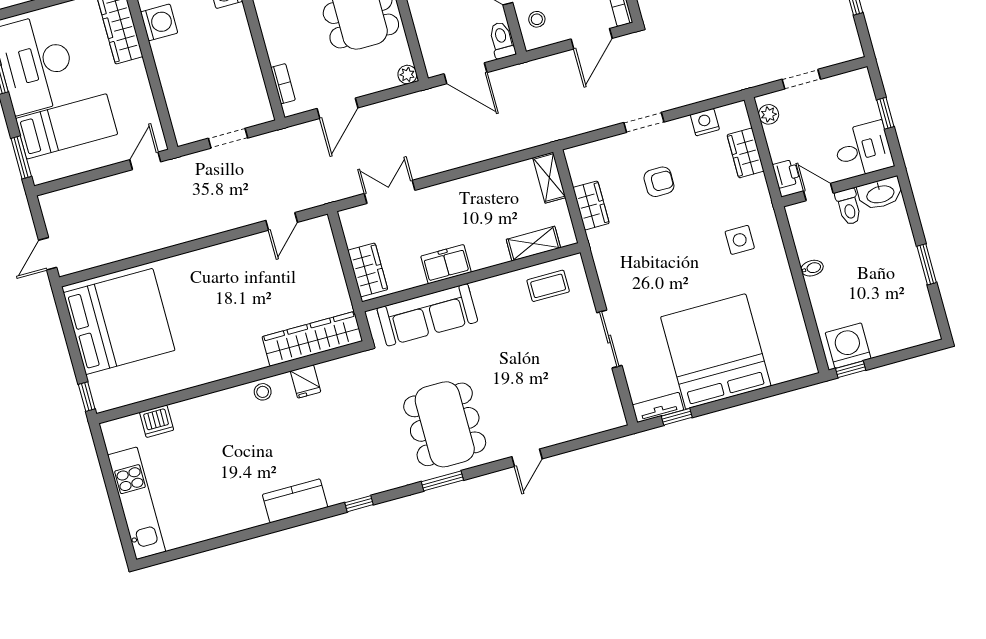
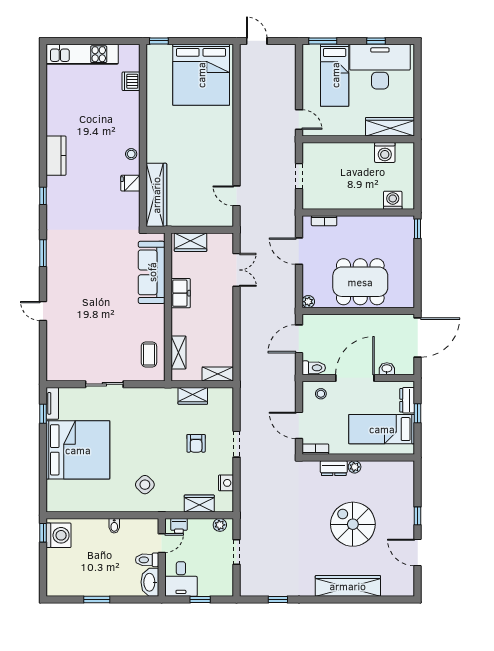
side table: (740, 240) -> (145, 485), turned 45
dining table: (445, 424) -> (79, 264), removed

